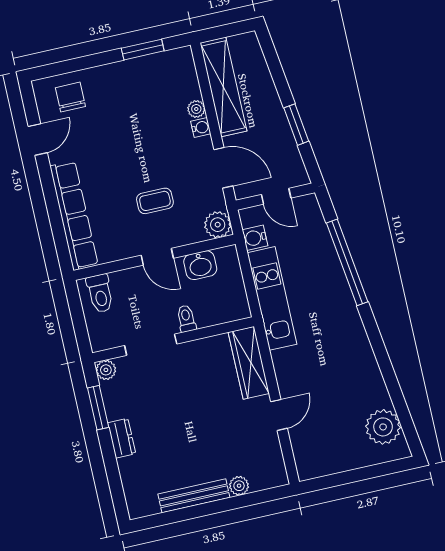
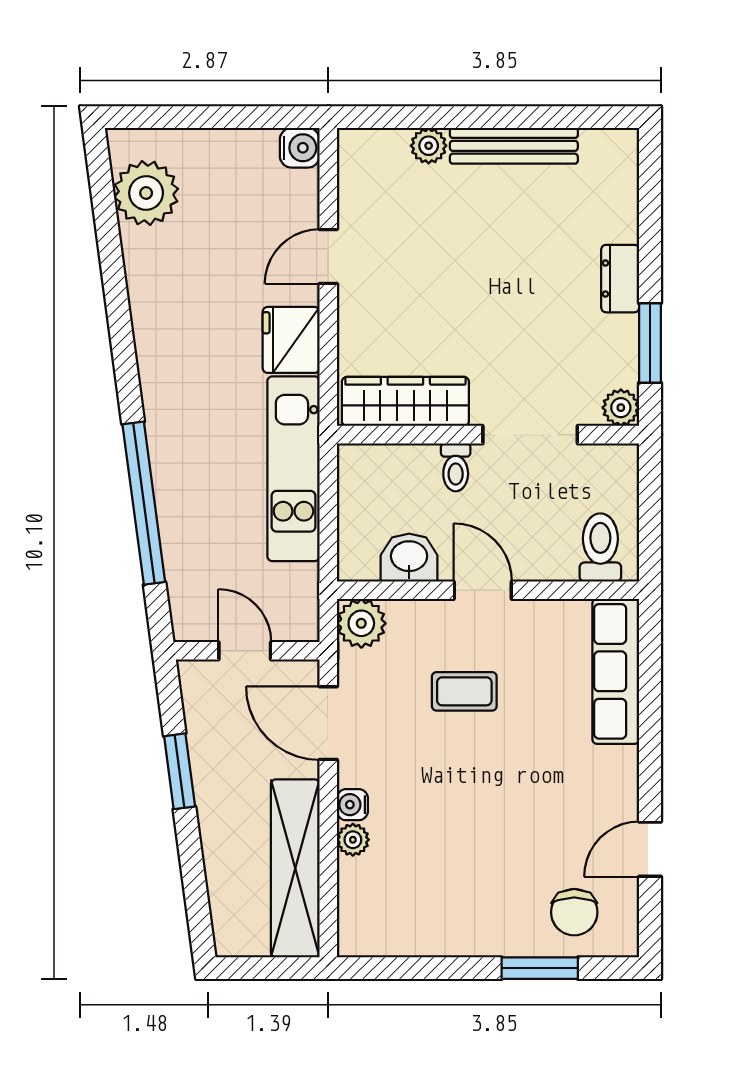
window: (143, 50) -> (540, 968), moved
row of seats: (74, 216) -> (616, 671), width x0.73
water cooler: (255, 238) -> (300, 148), moved
wardrobe: (249, 363) -> (405, 401), moved, turned -90
fridge: (289, 366) -> (291, 340), added

